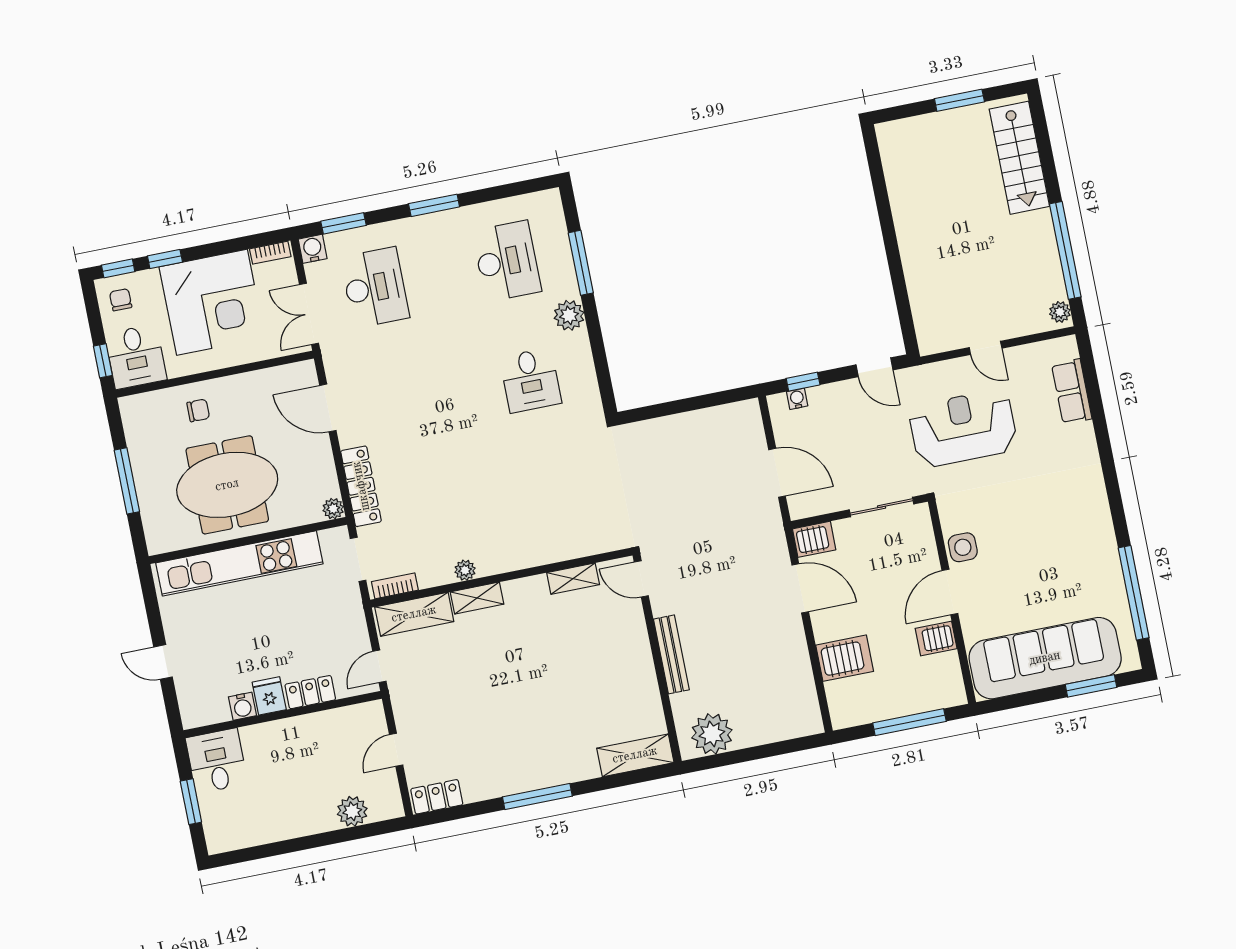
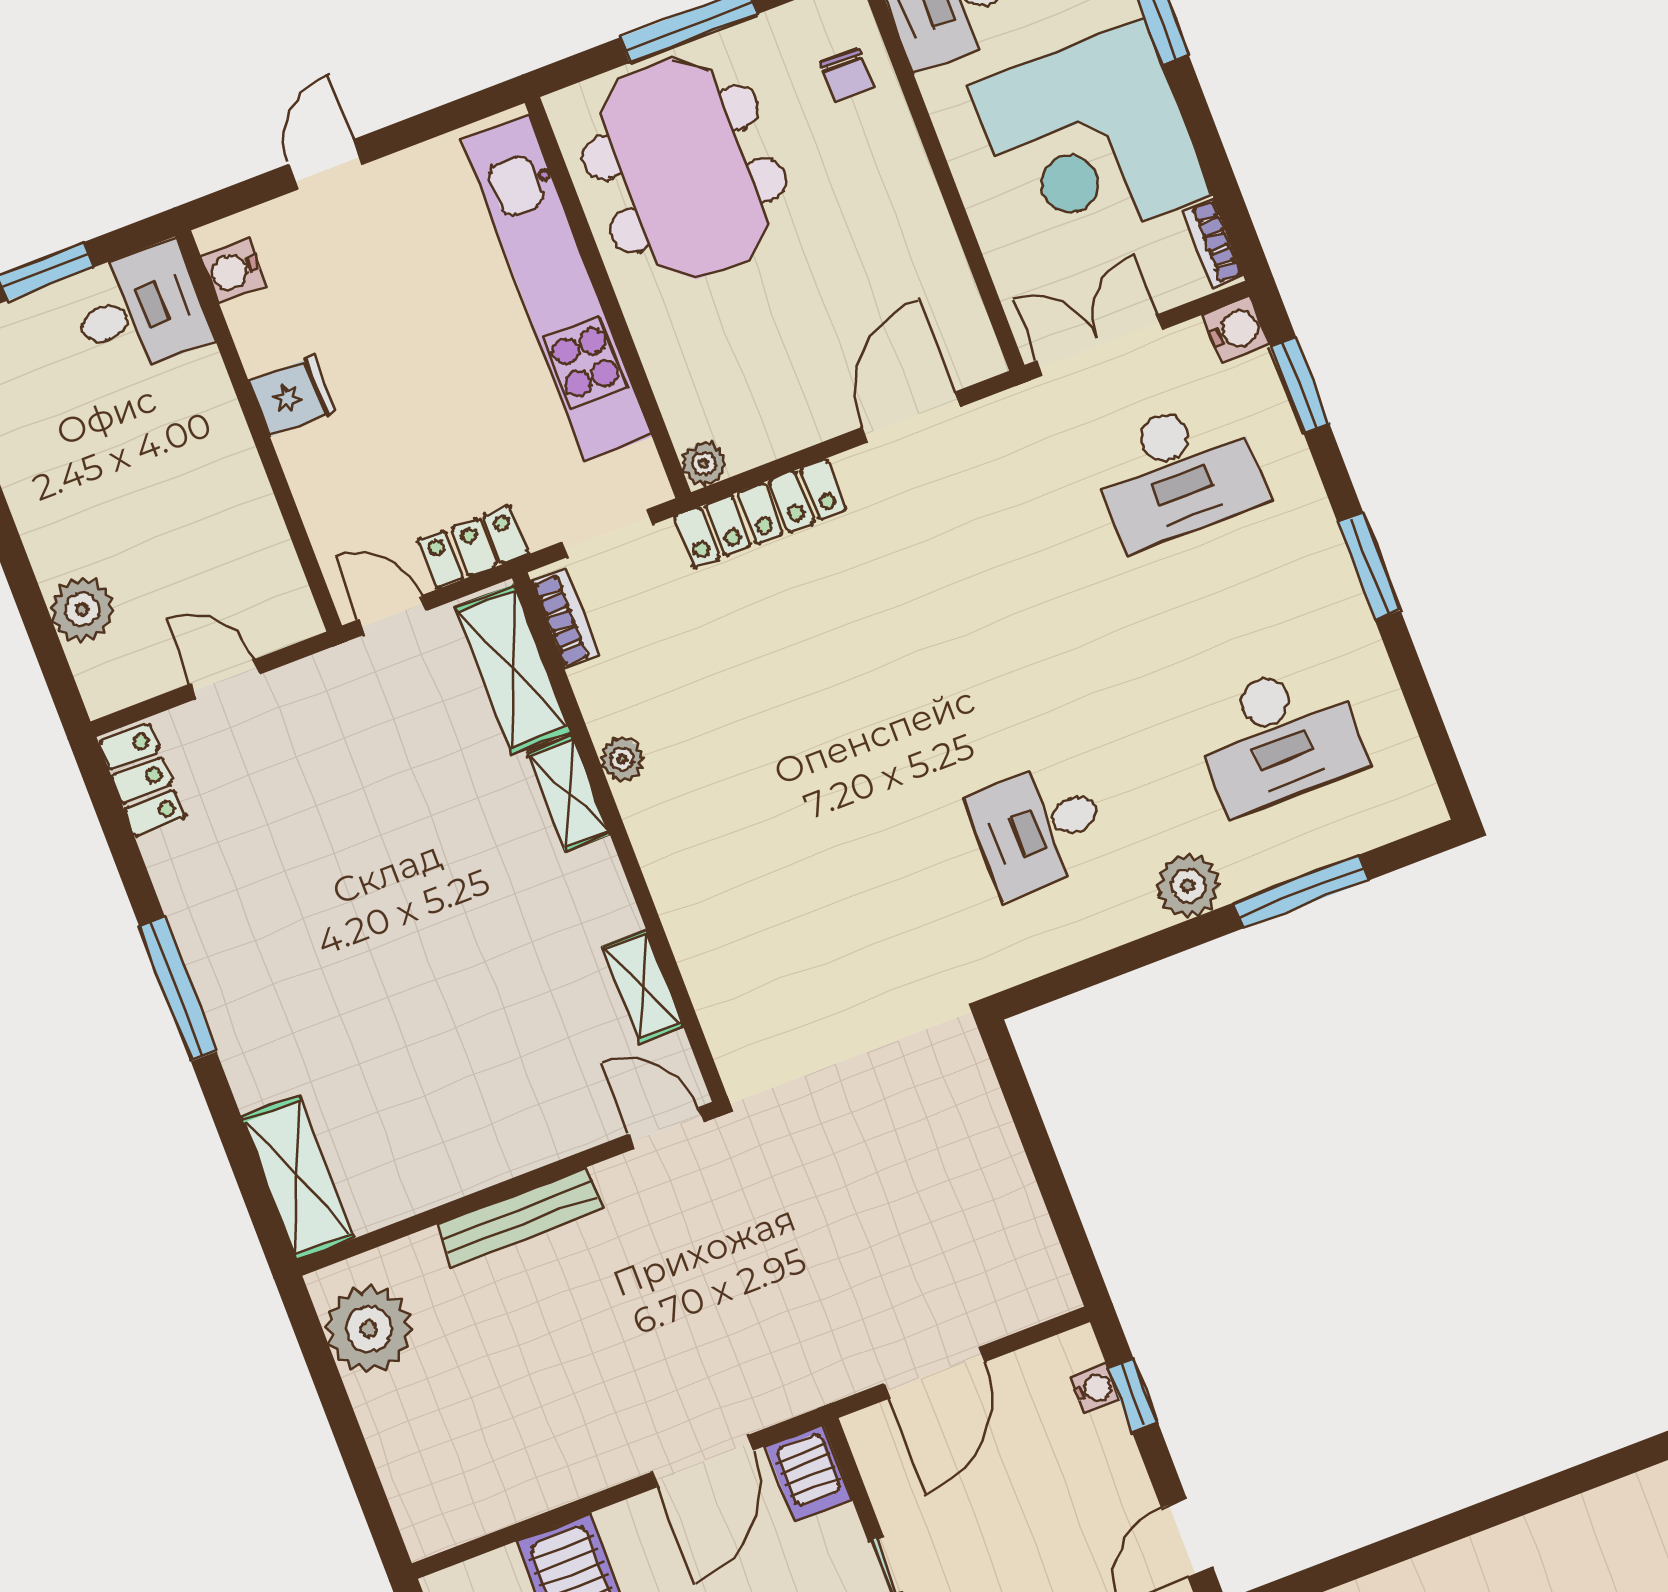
chair: (198, 410) -> (847, 75), moved
meeting table: (227, 485) -> (684, 169), moved
door: (641, 579) -> (666, 1128), hinge flipped
locker: (310, 692) -> (473, 547), moved, turned -90
water cooler: (242, 706) -> (233, 271), moved

